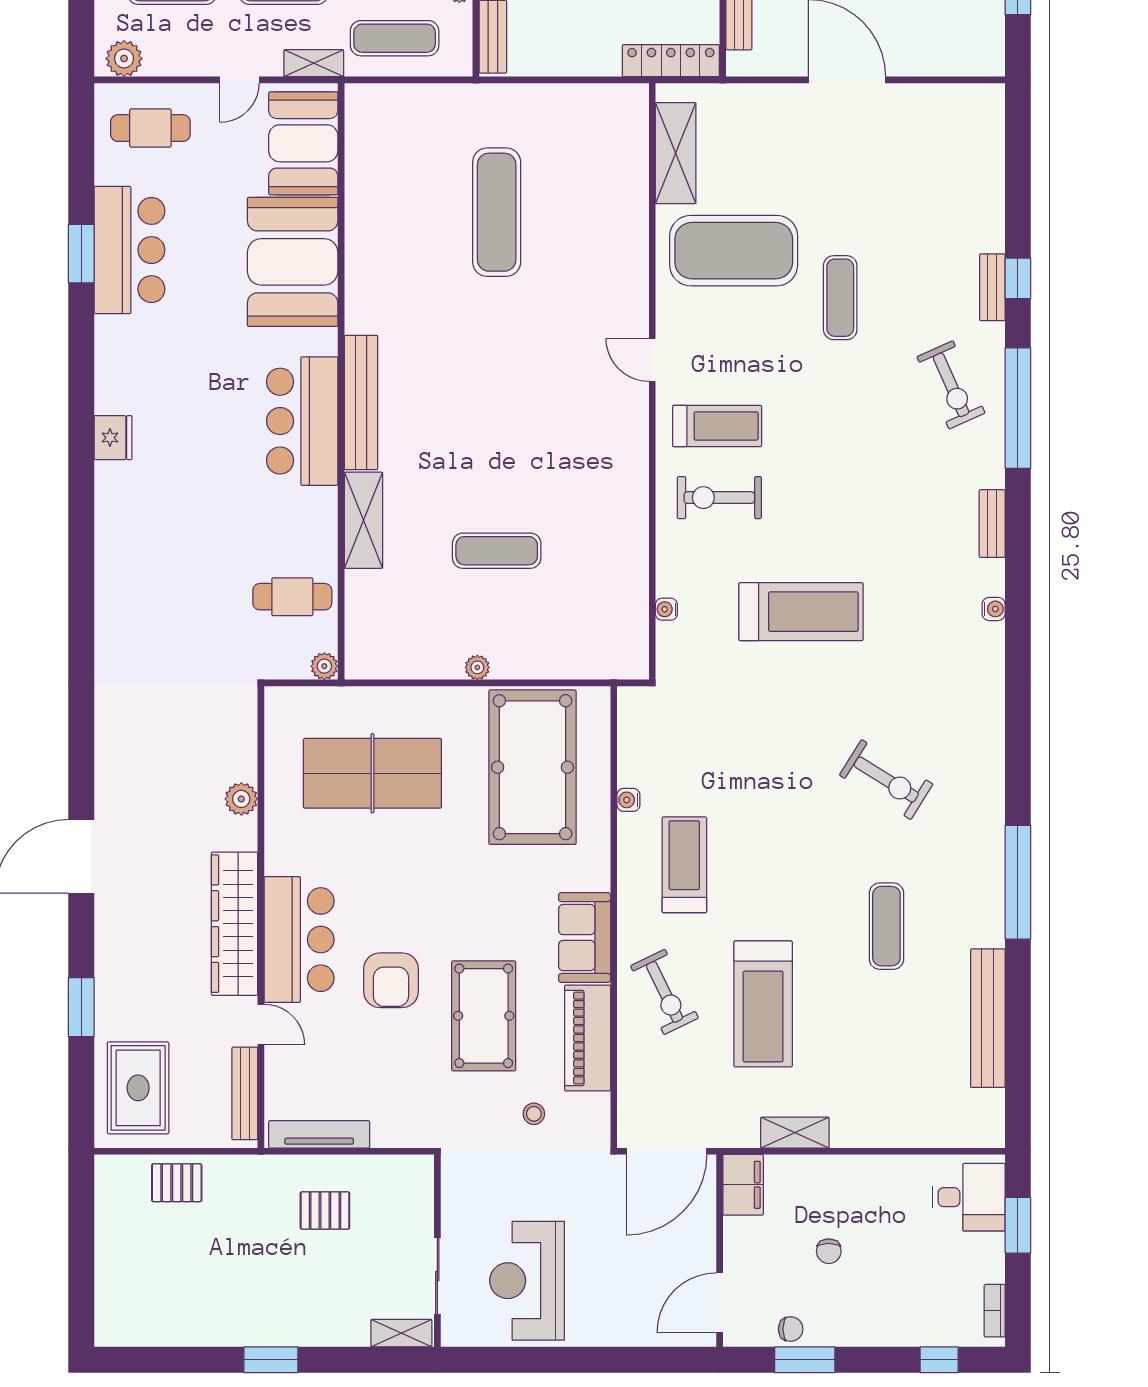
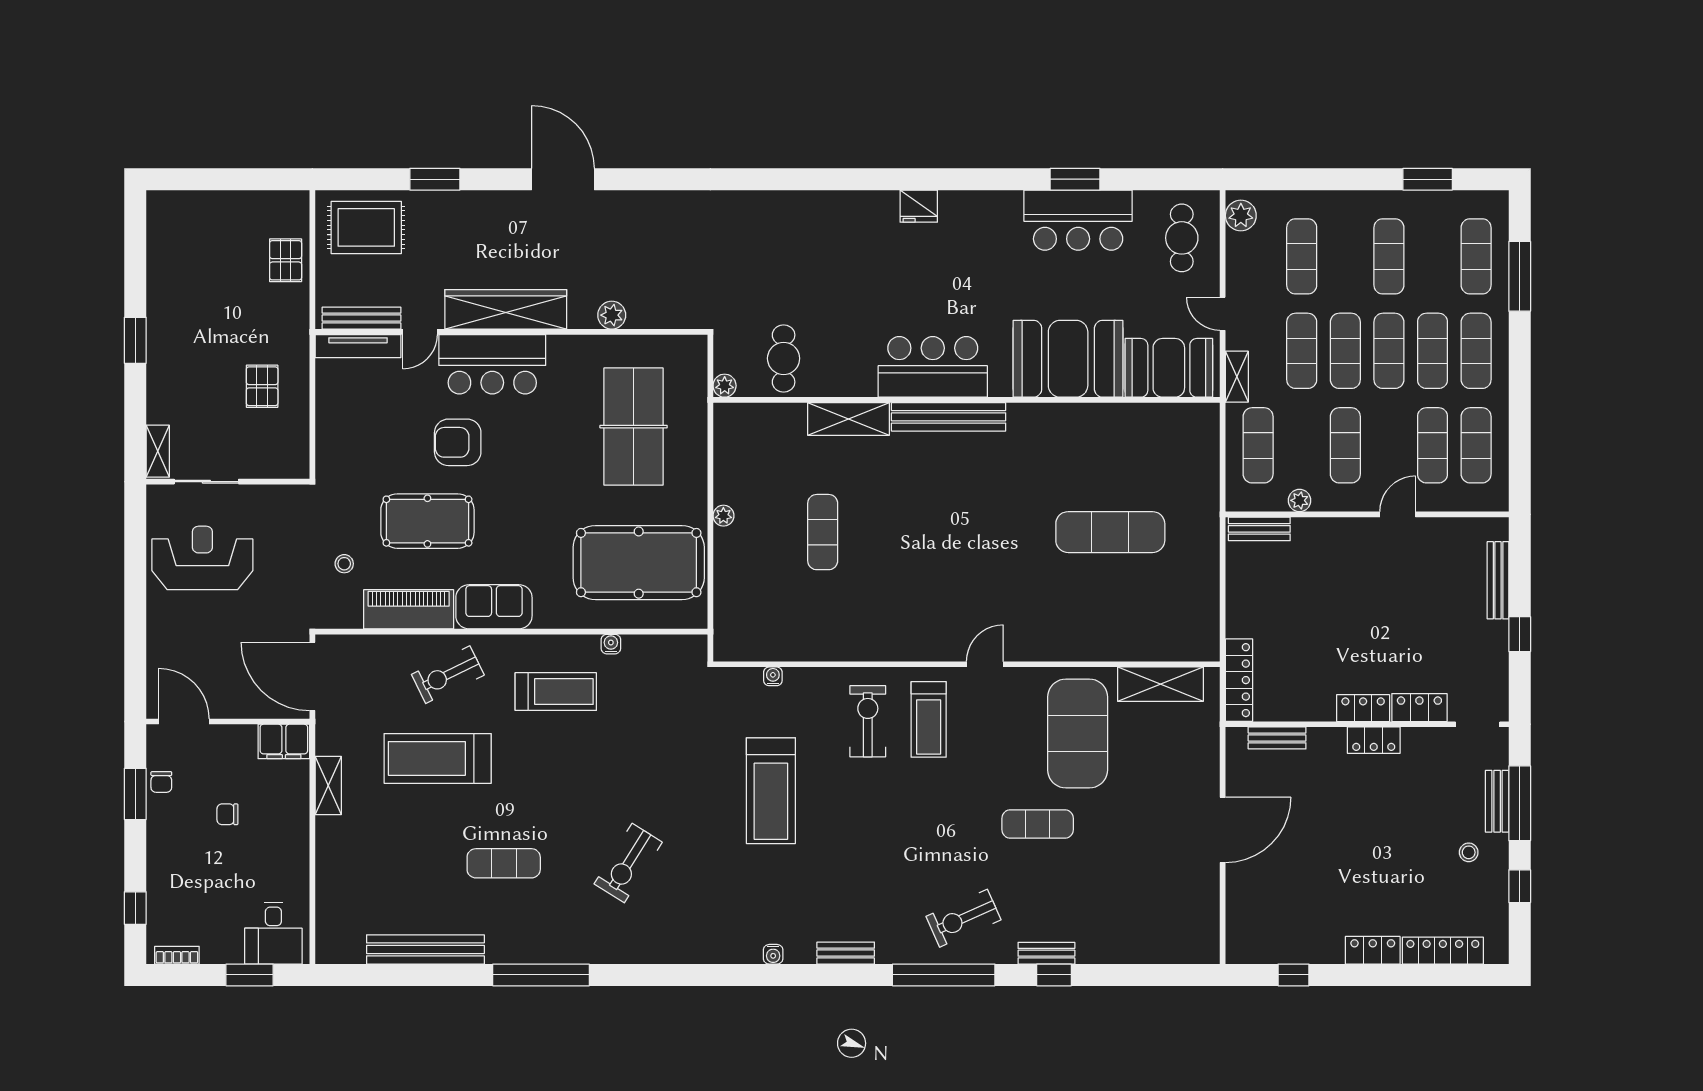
tv unit: (319, 1134) -> (358, 346), moved, turned 90

